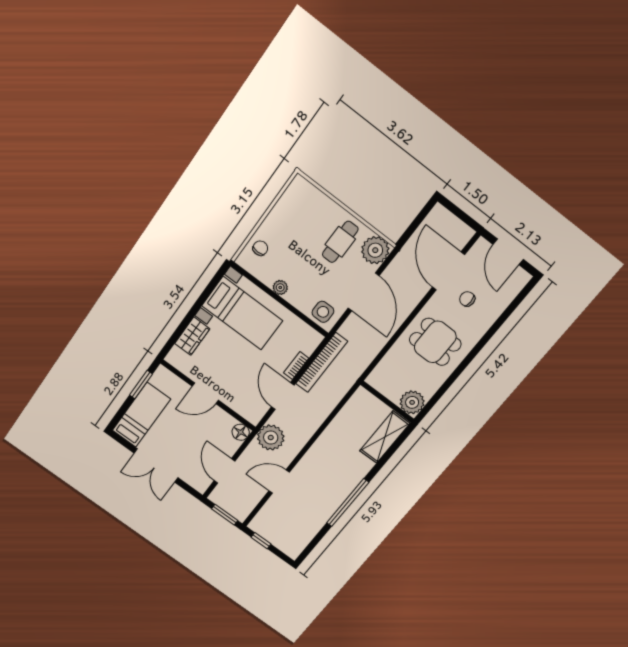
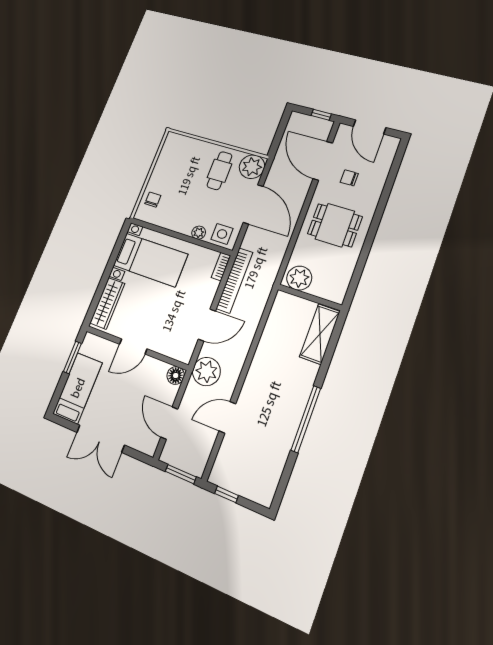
window: (466, 219) -> (321, 115), added
plant: (280, 287) -> (199, 233), moved
wardrobe: (192, 336) -> (107, 303), width x1.50
bookcase: (296, 366) -> (221, 267), moved
door: (283, 396) -> (207, 325), swing flipped
plant: (412, 402) -> (299, 278), moved

